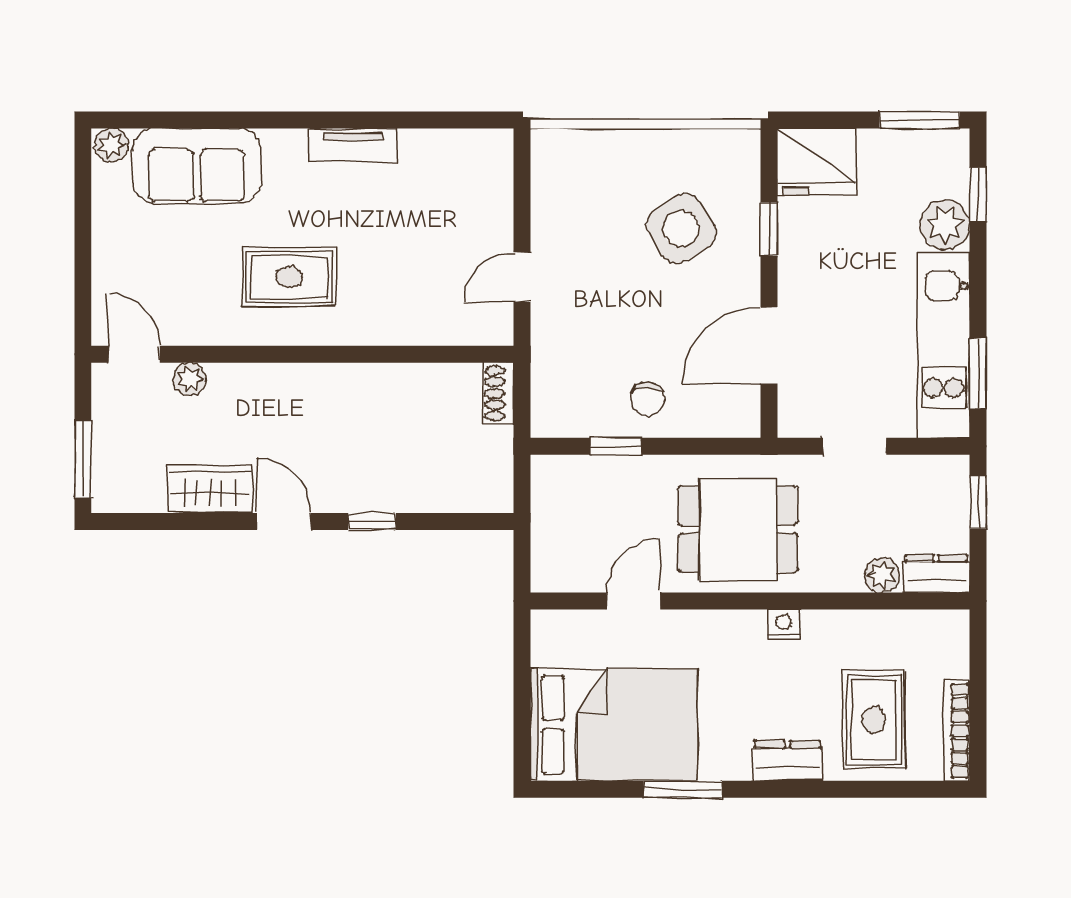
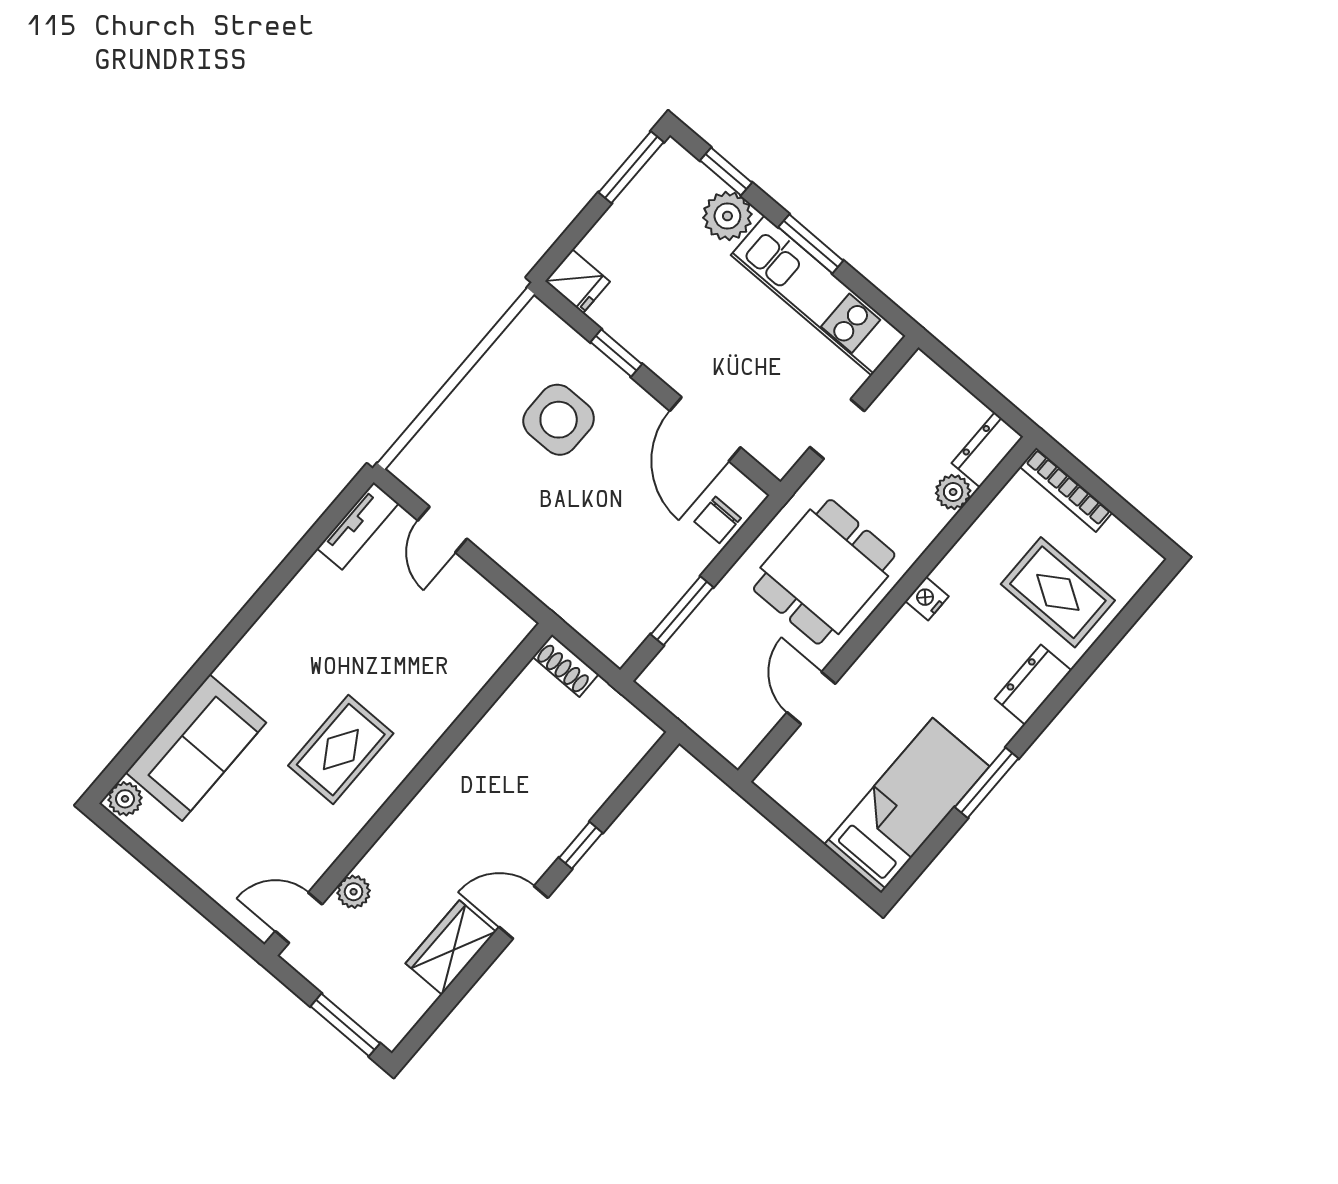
tv unit: (353, 145) -> (358, 526), moved
fridge: (817, 162) -> (578, 281), width x0.53, depth x0.75
side table: (681, 229) -> (559, 420), turned 32
door: (522, 277) -> (442, 530), moved
window: (978, 373) -> (811, 244), moved
chair: (648, 399) -> (718, 520), moved, turned 90
window: (616, 446) -> (682, 611), width x1.50
window: (978, 502) -> (960, 371), removed
bed: (614, 725) -> (907, 805), width x0.67
bookcase: (957, 731) -> (1066, 490), moved

